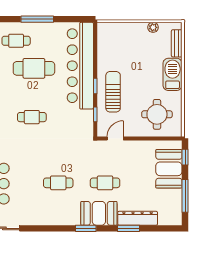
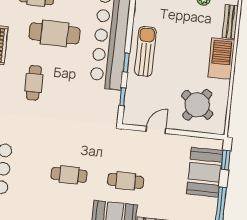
sun lounger: (113, 92) -> (145, 51), moved
round table: (157, 114) -> (197, 105), turned 36
cafe table: (32, 117) -> (34, 83), moved, turned 90
door: (115, 139) -> (156, 130), moved

